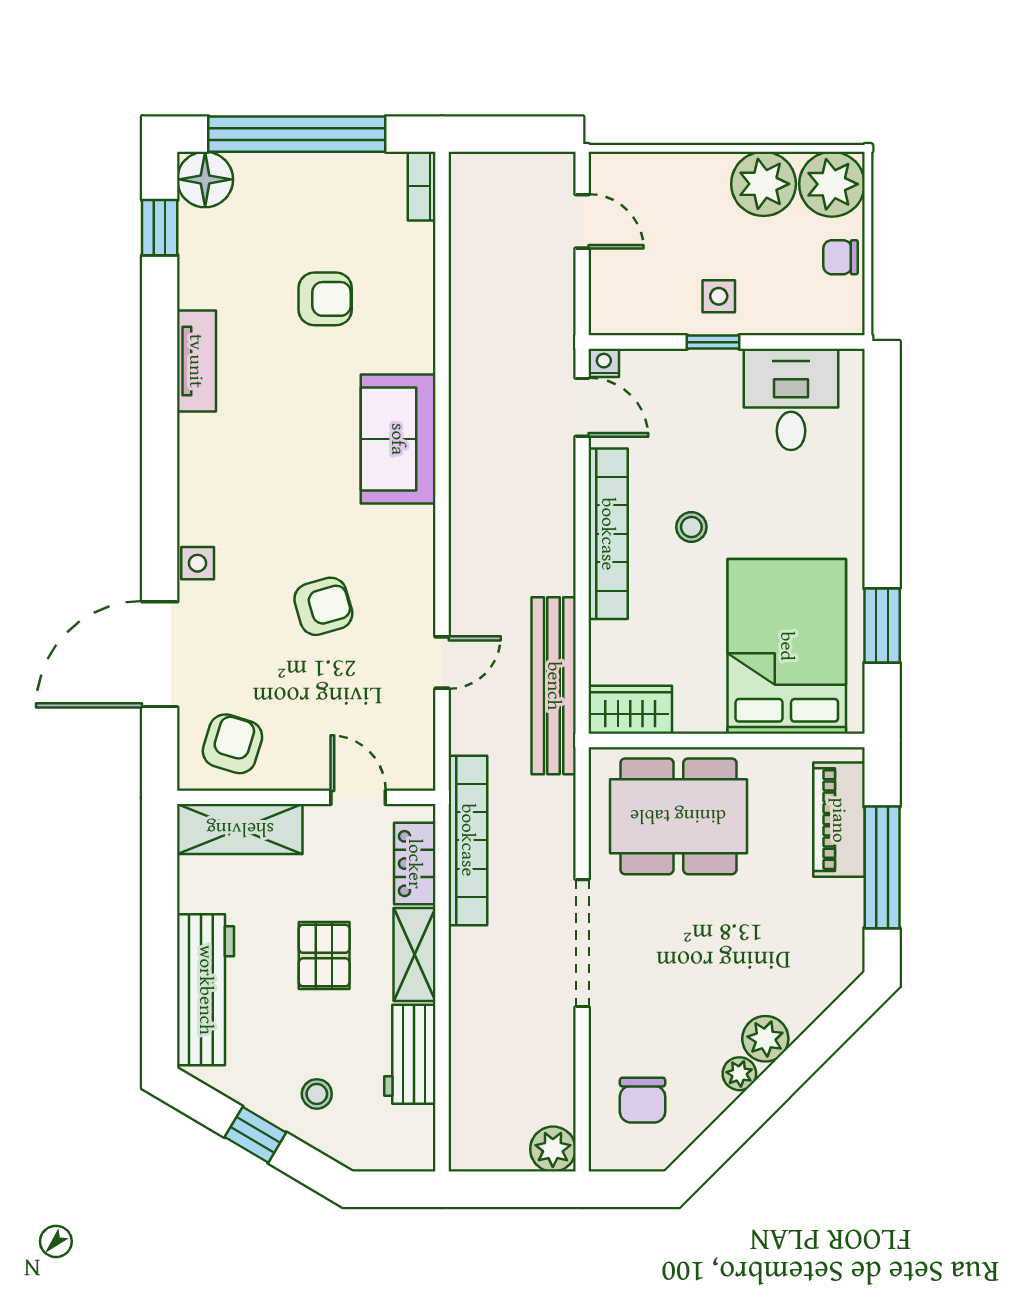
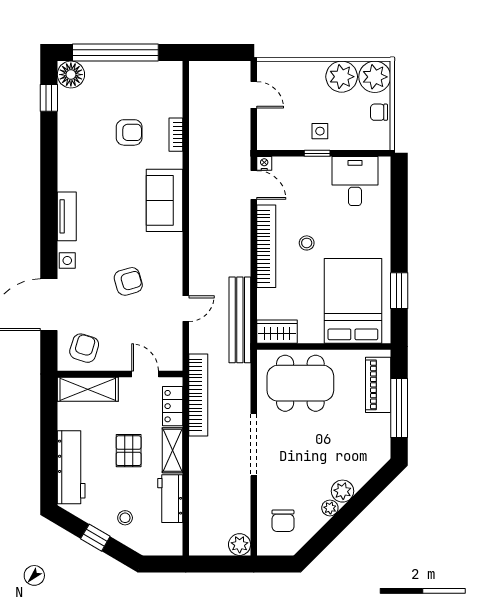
bookcase: (422, 186) -> (176, 135), moved
tv unit: (196, 361) -> (67, 216), moved

